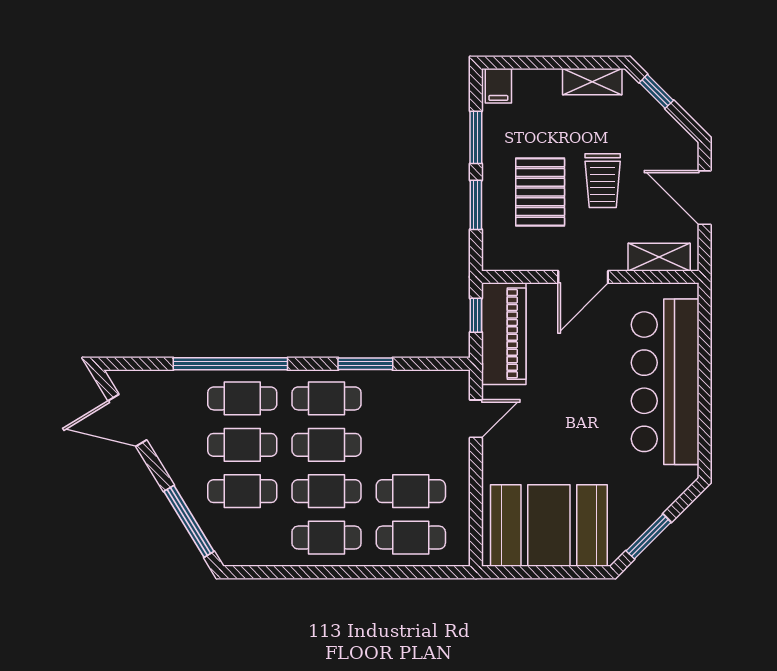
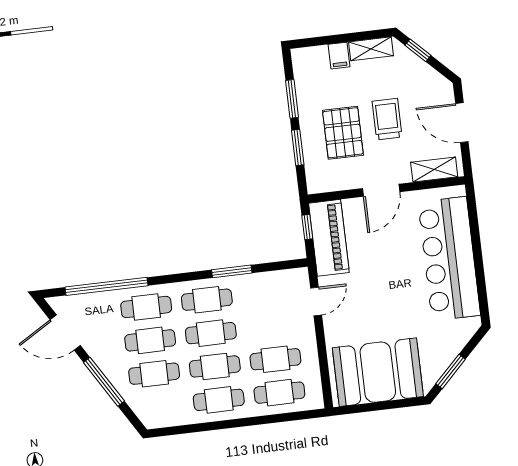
filing cabinet: (498, 86) -> (339, 56), moved
trolley: (603, 181) -> (387, 119), turned 180
window: (230, 364) -> (107, 286), moved
window: (189, 521) -> (104, 382), moved

